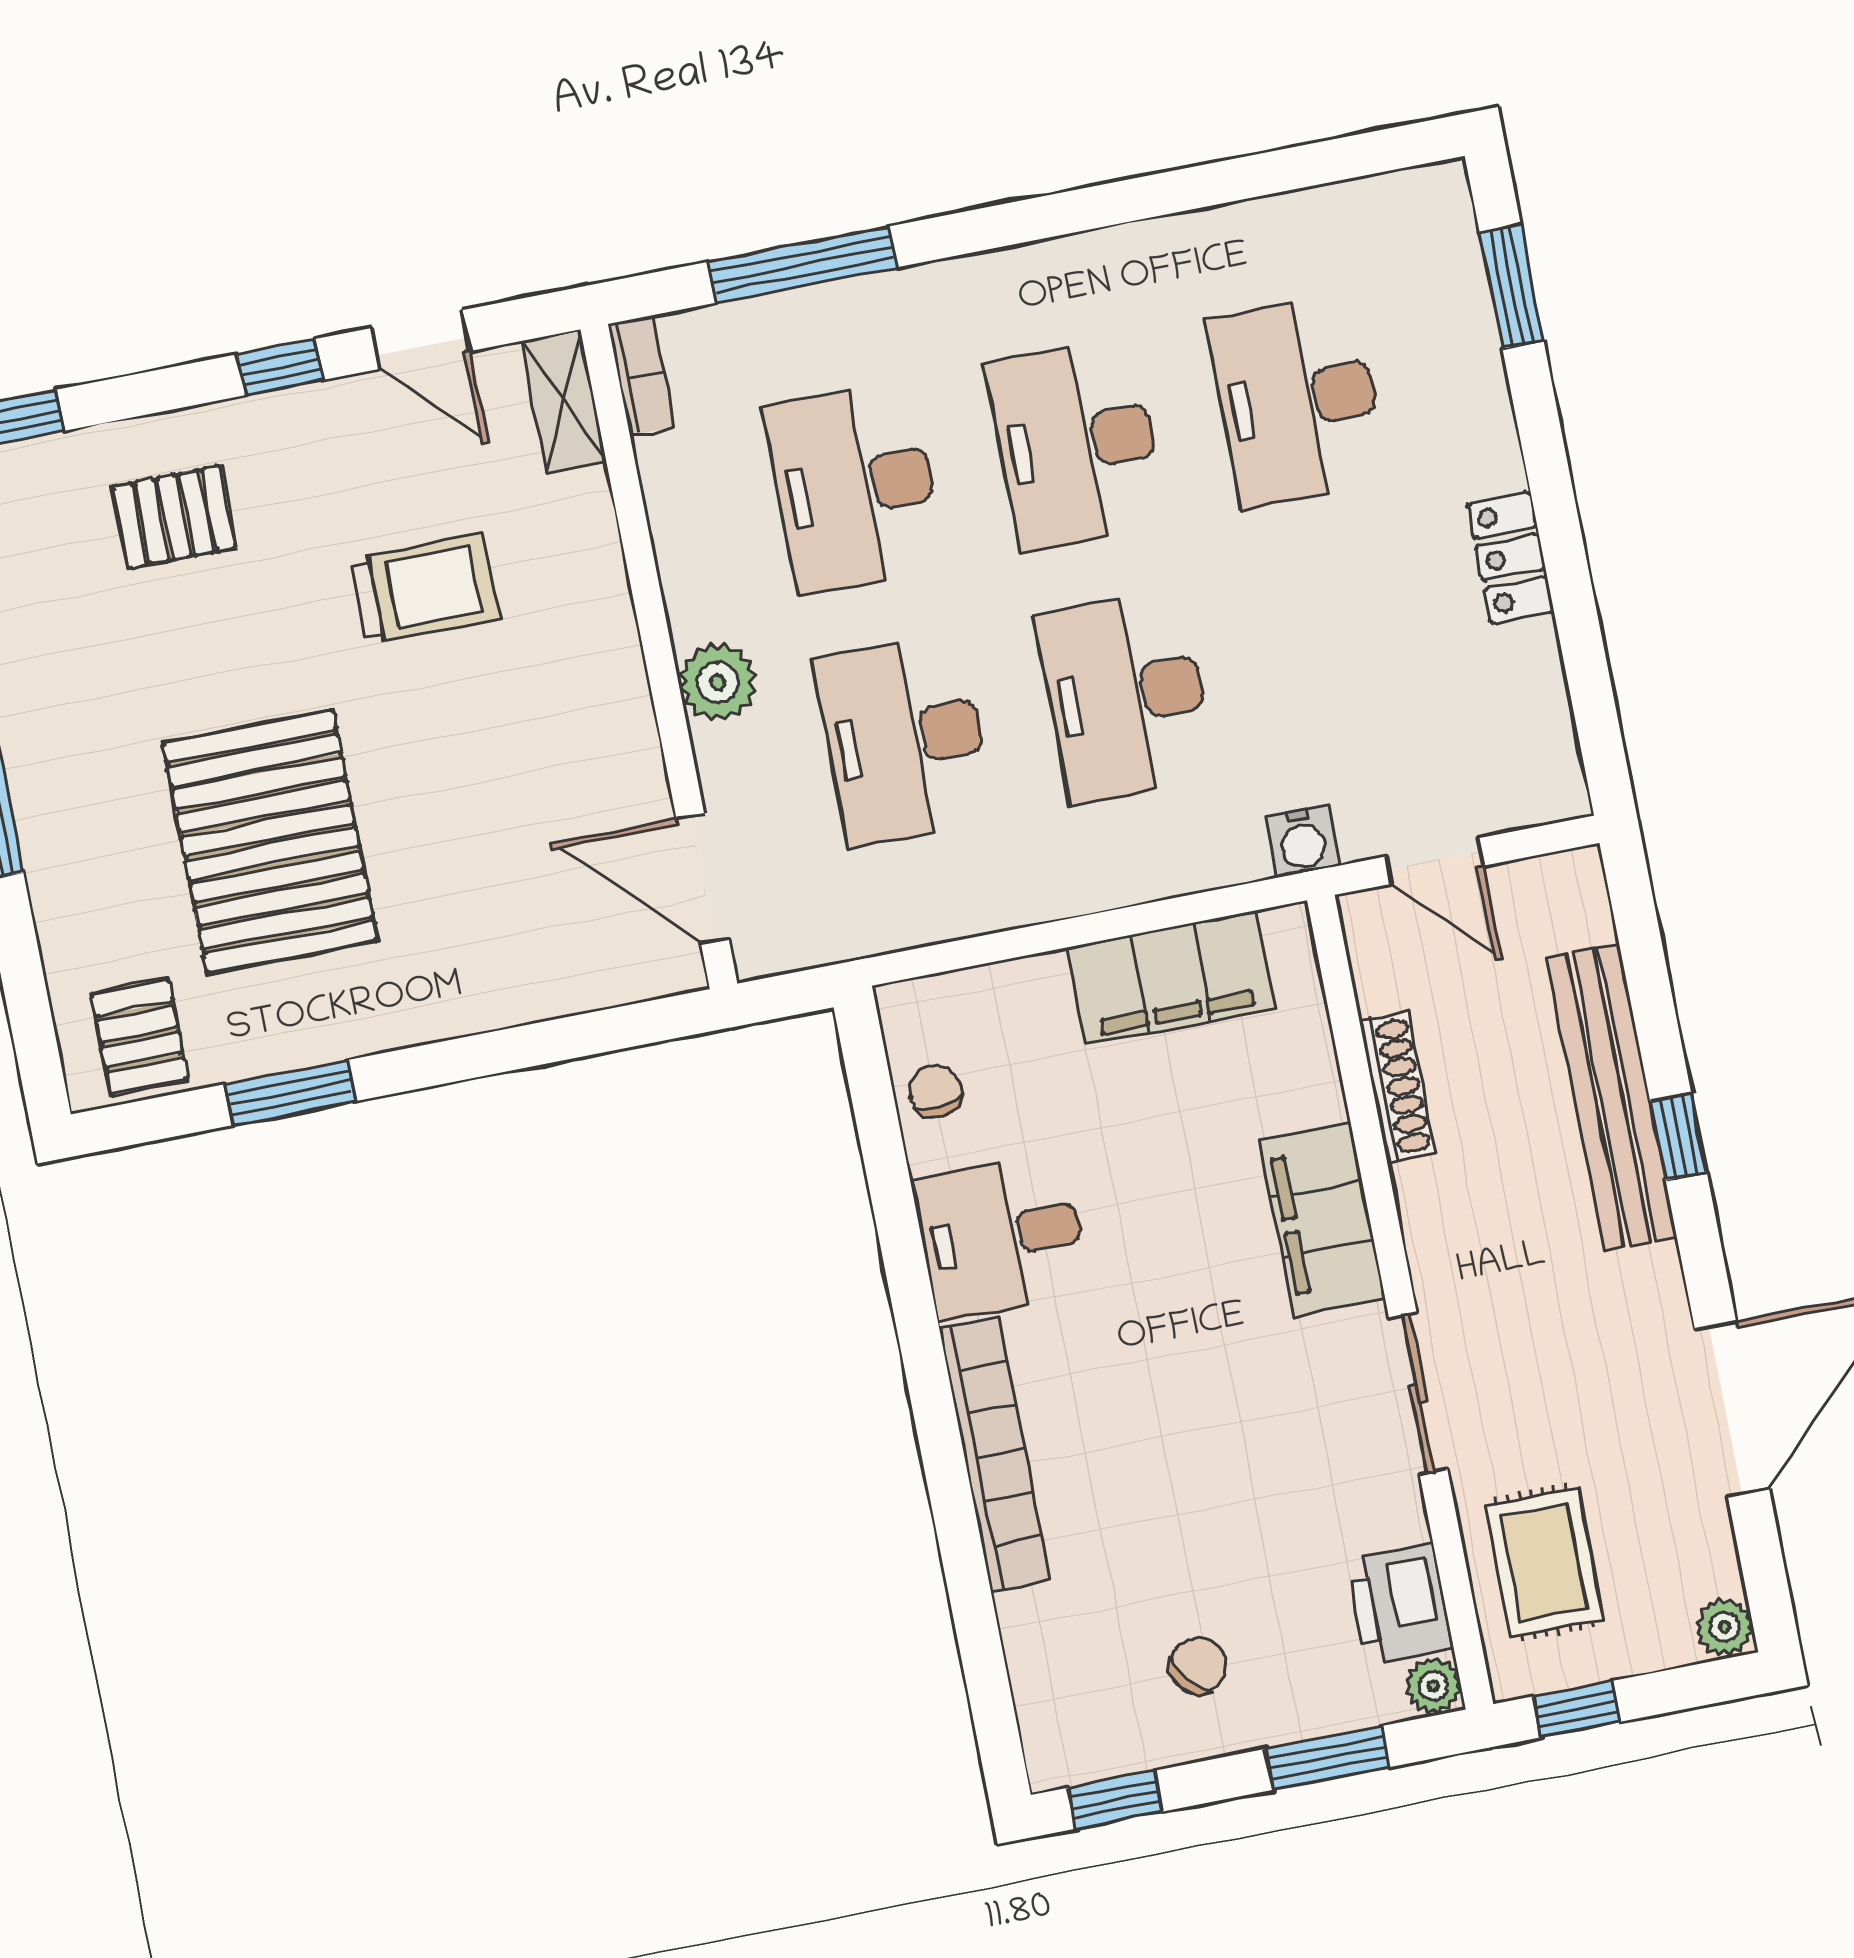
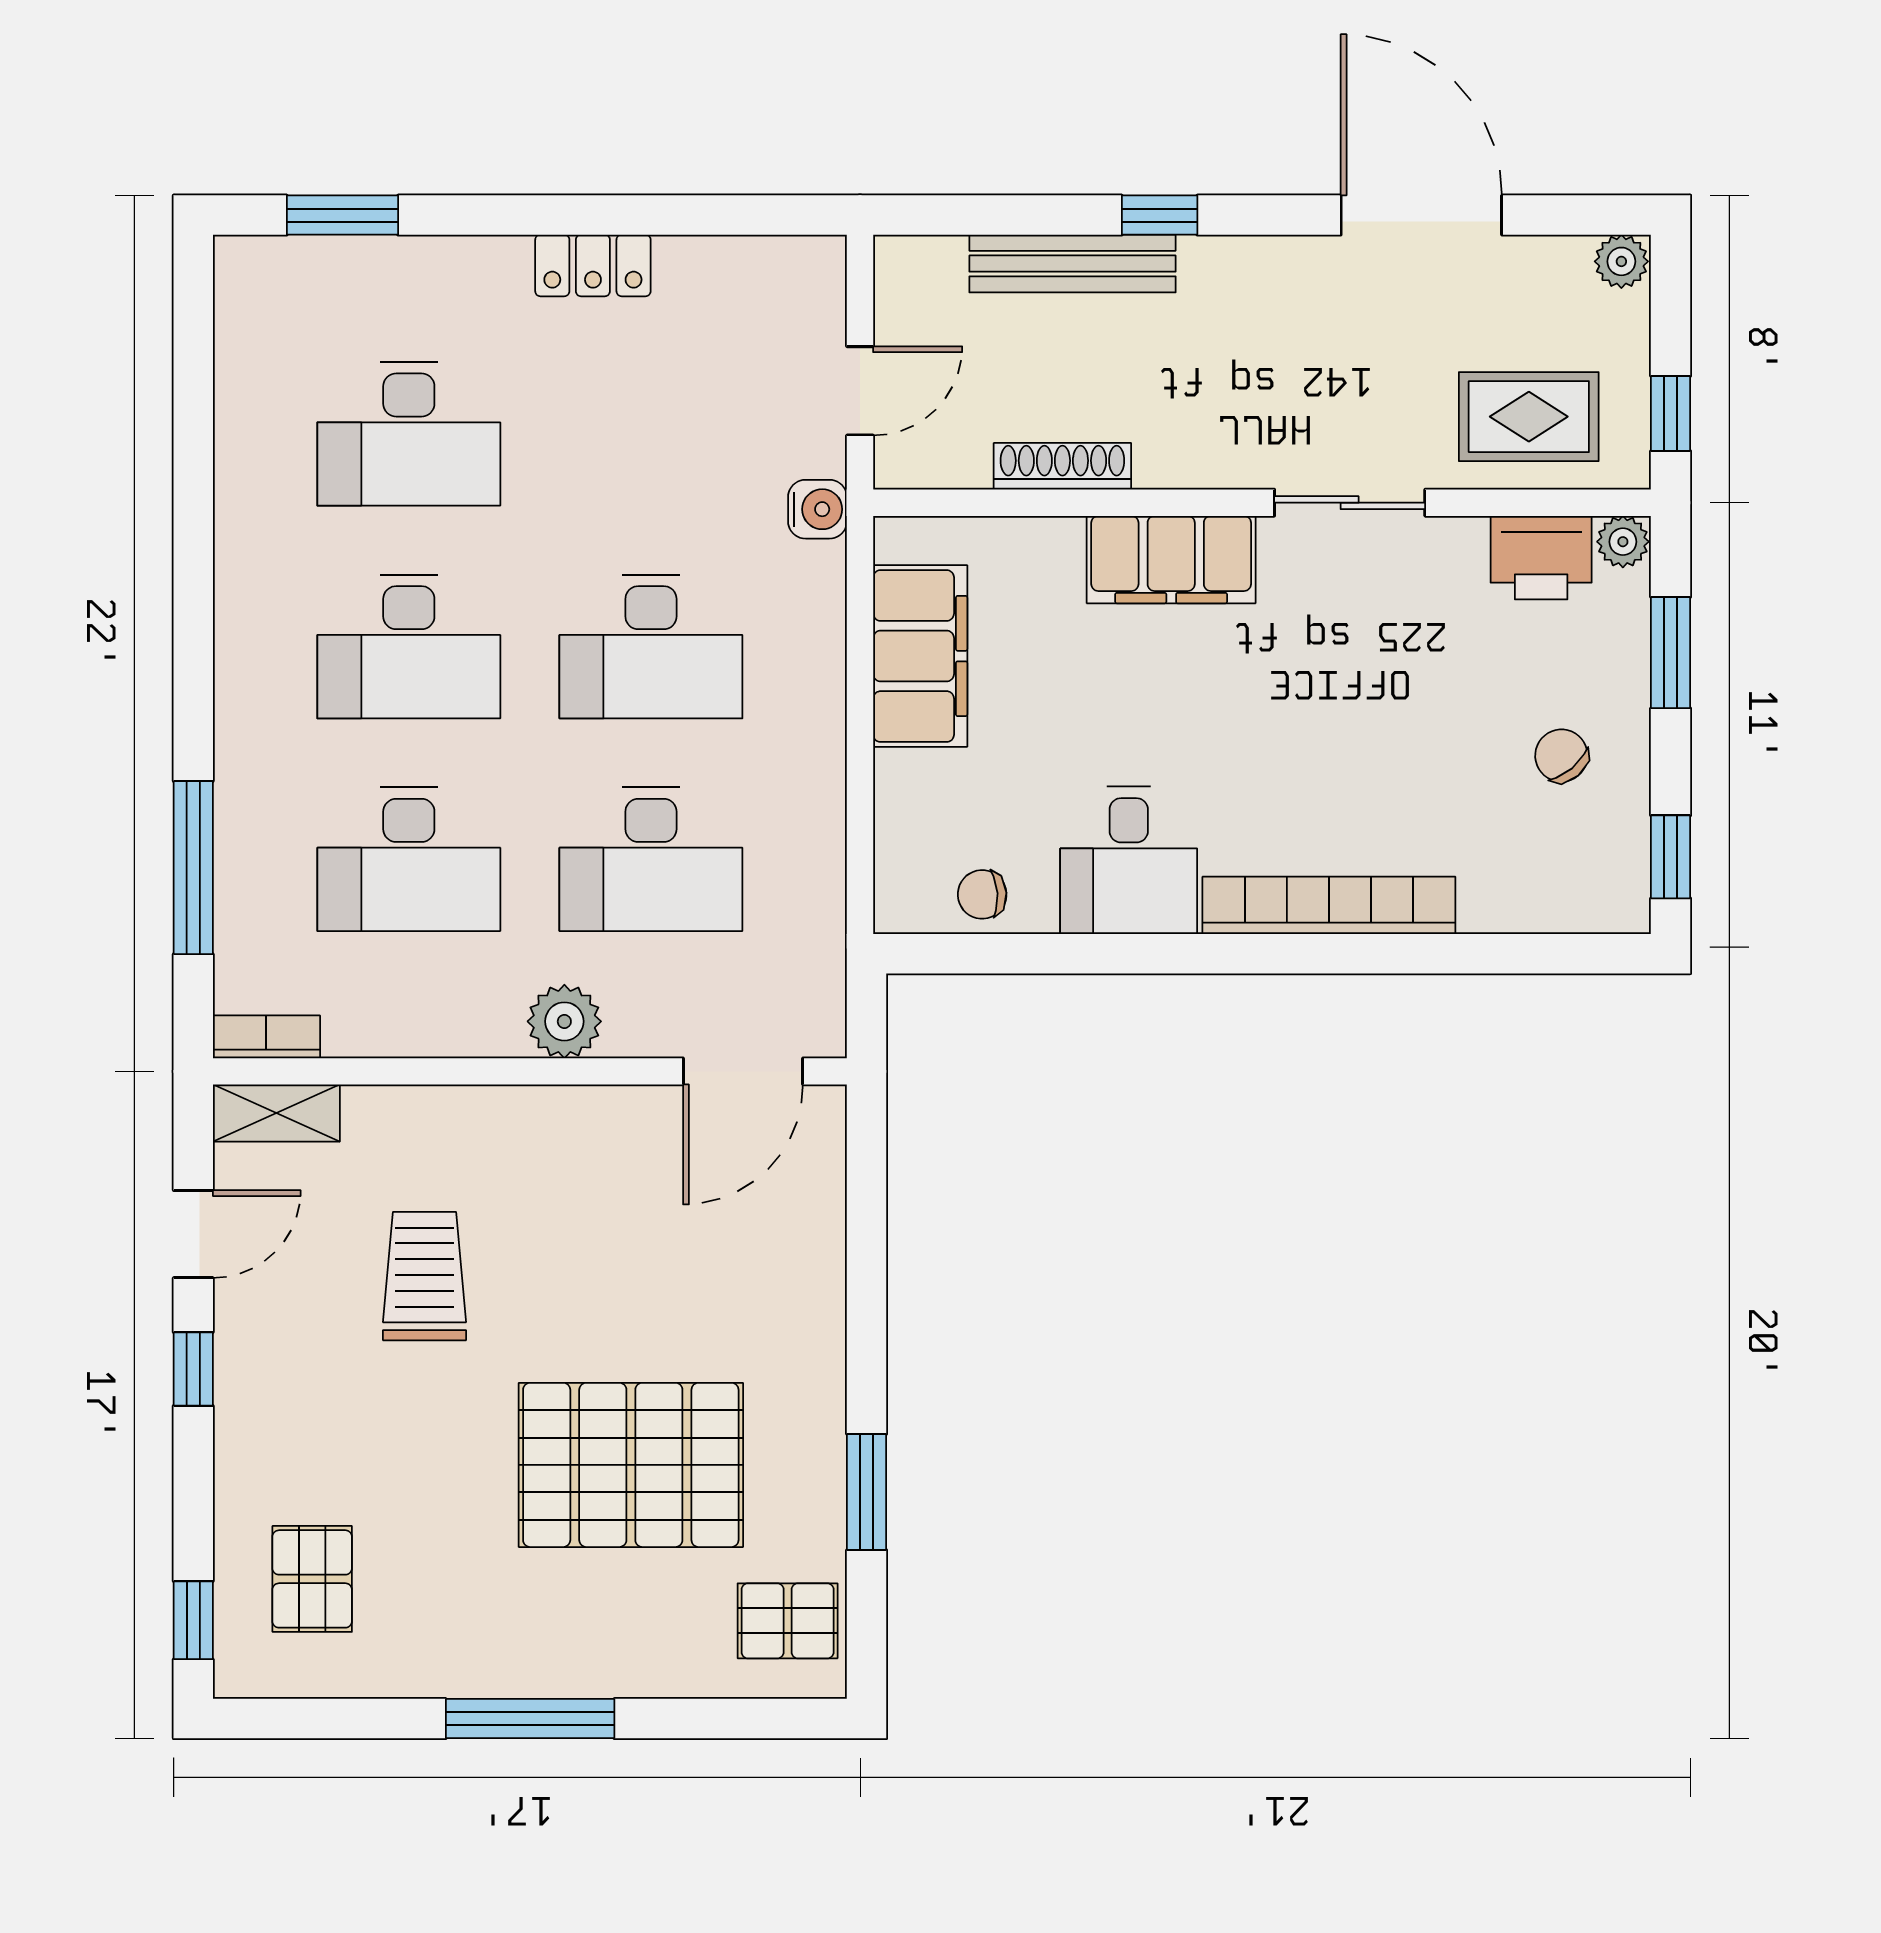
pallet: (174, 517) -> (312, 1579), moved
bench: (1612, 1097) -> (1073, 264), width x0.73, depth x0.82

